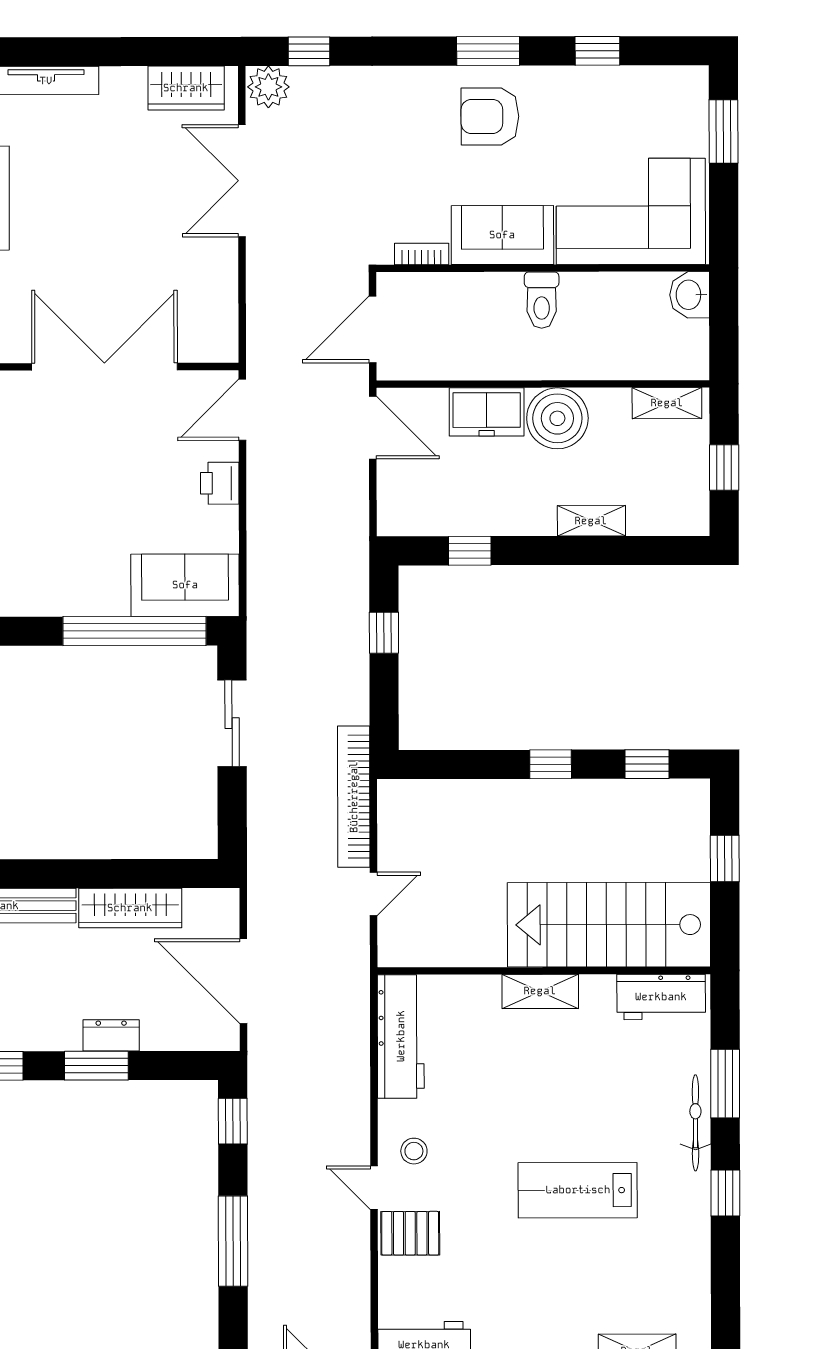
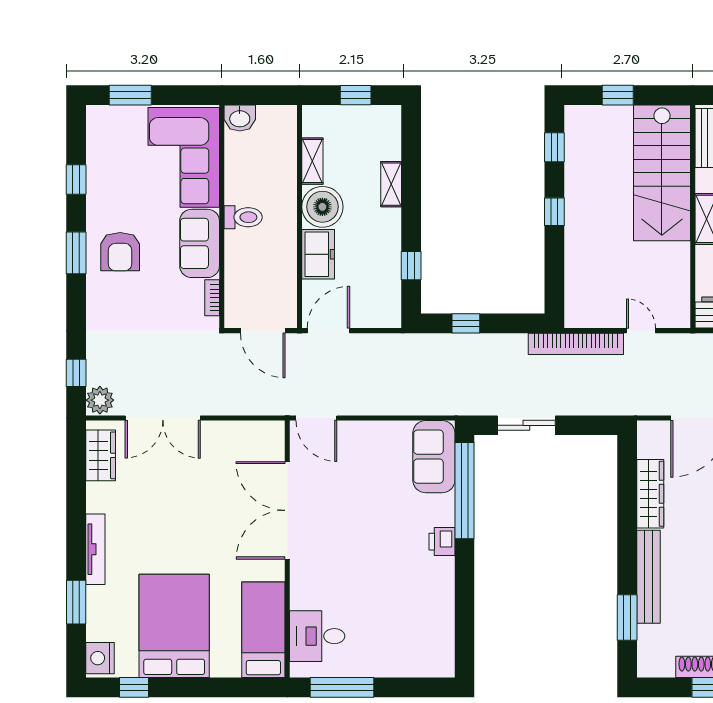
shelving: (667, 403) -> (312, 161), moved
printer: (220, 483) -> (442, 542), moved, turned 90

